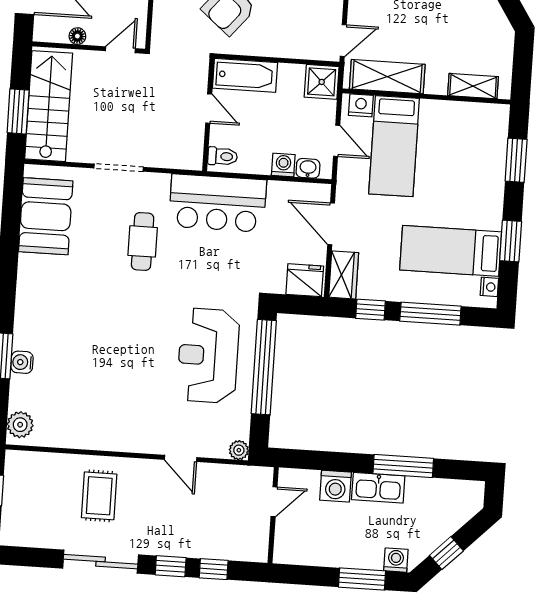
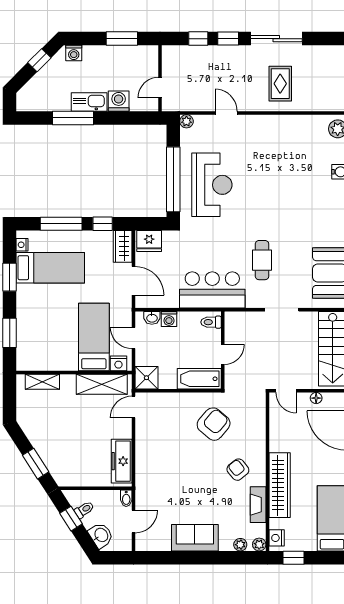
door: (120, 50) -> (286, 391), hinge flipped
door: (209, 109) -> (223, 354), swing flipped
window: (362, 579) -> (122, 39), moved

